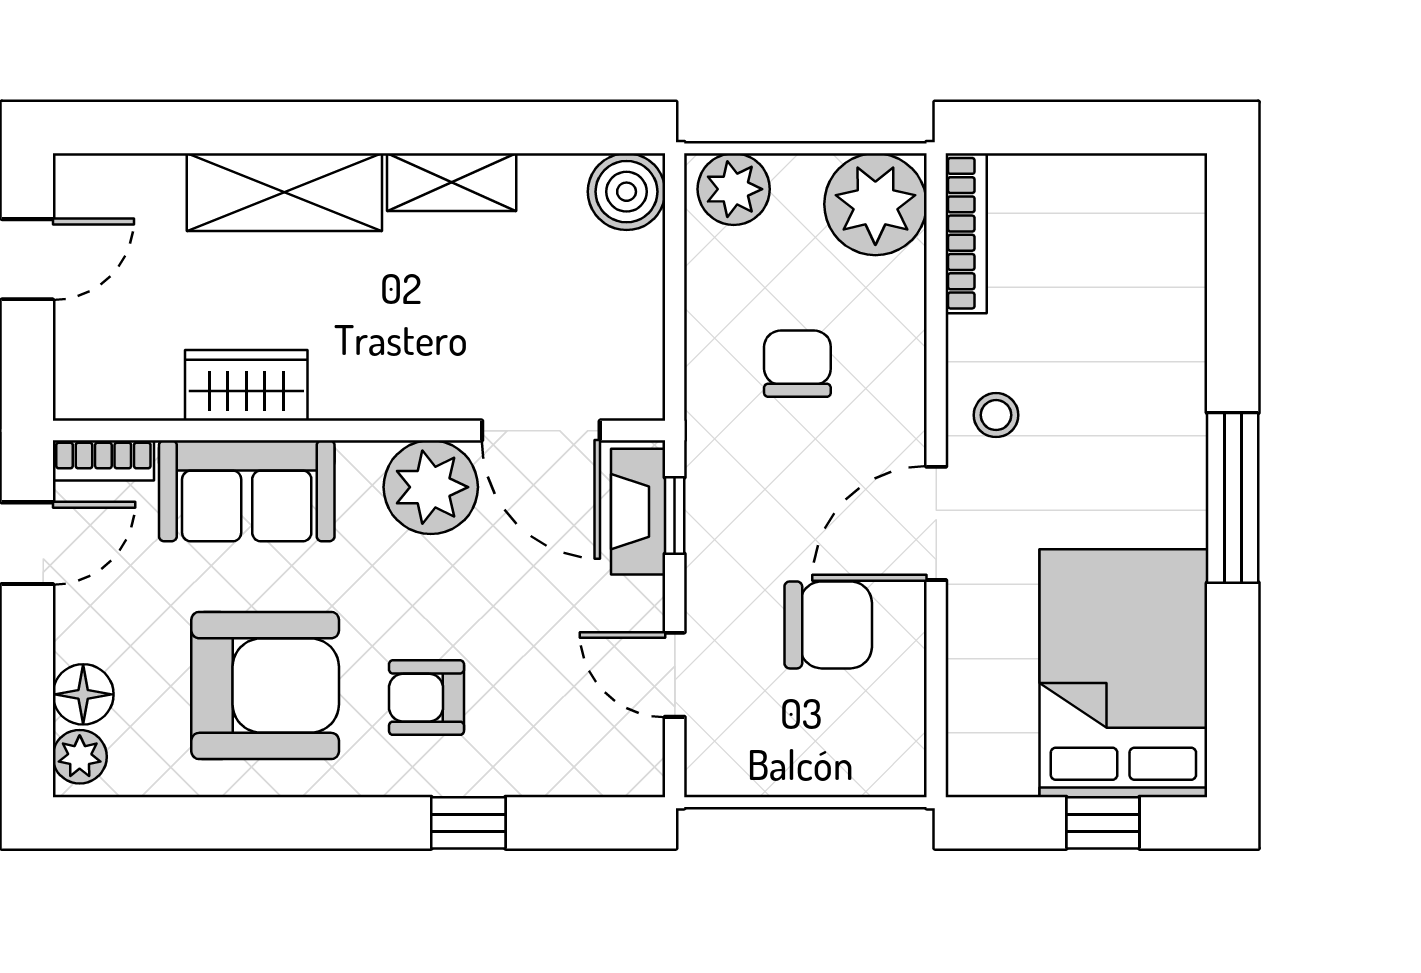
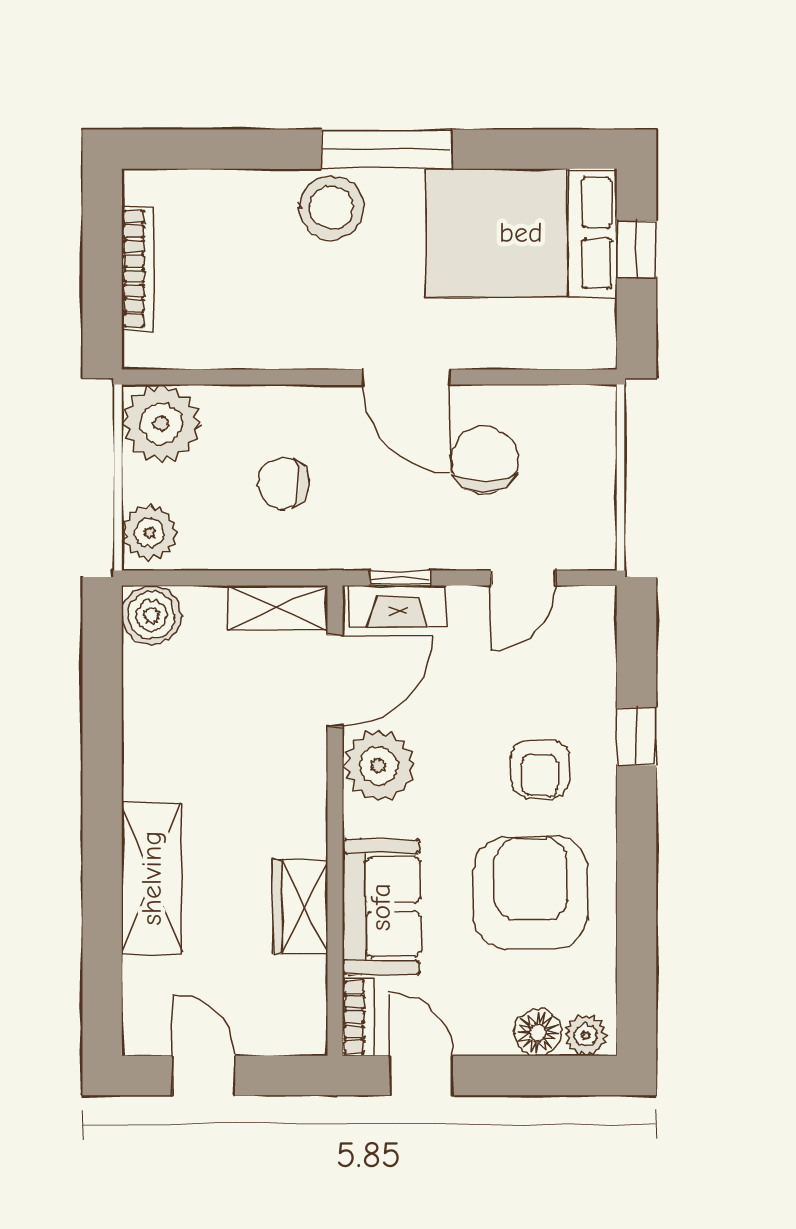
shelving: (452, 182) -> (278, 608), moved, turned 90
bookcase: (966, 233) -> (137, 269), moved, turned 90
stool: (996, 415) -> (331, 208), moved, width x1.89, depth x1.89

